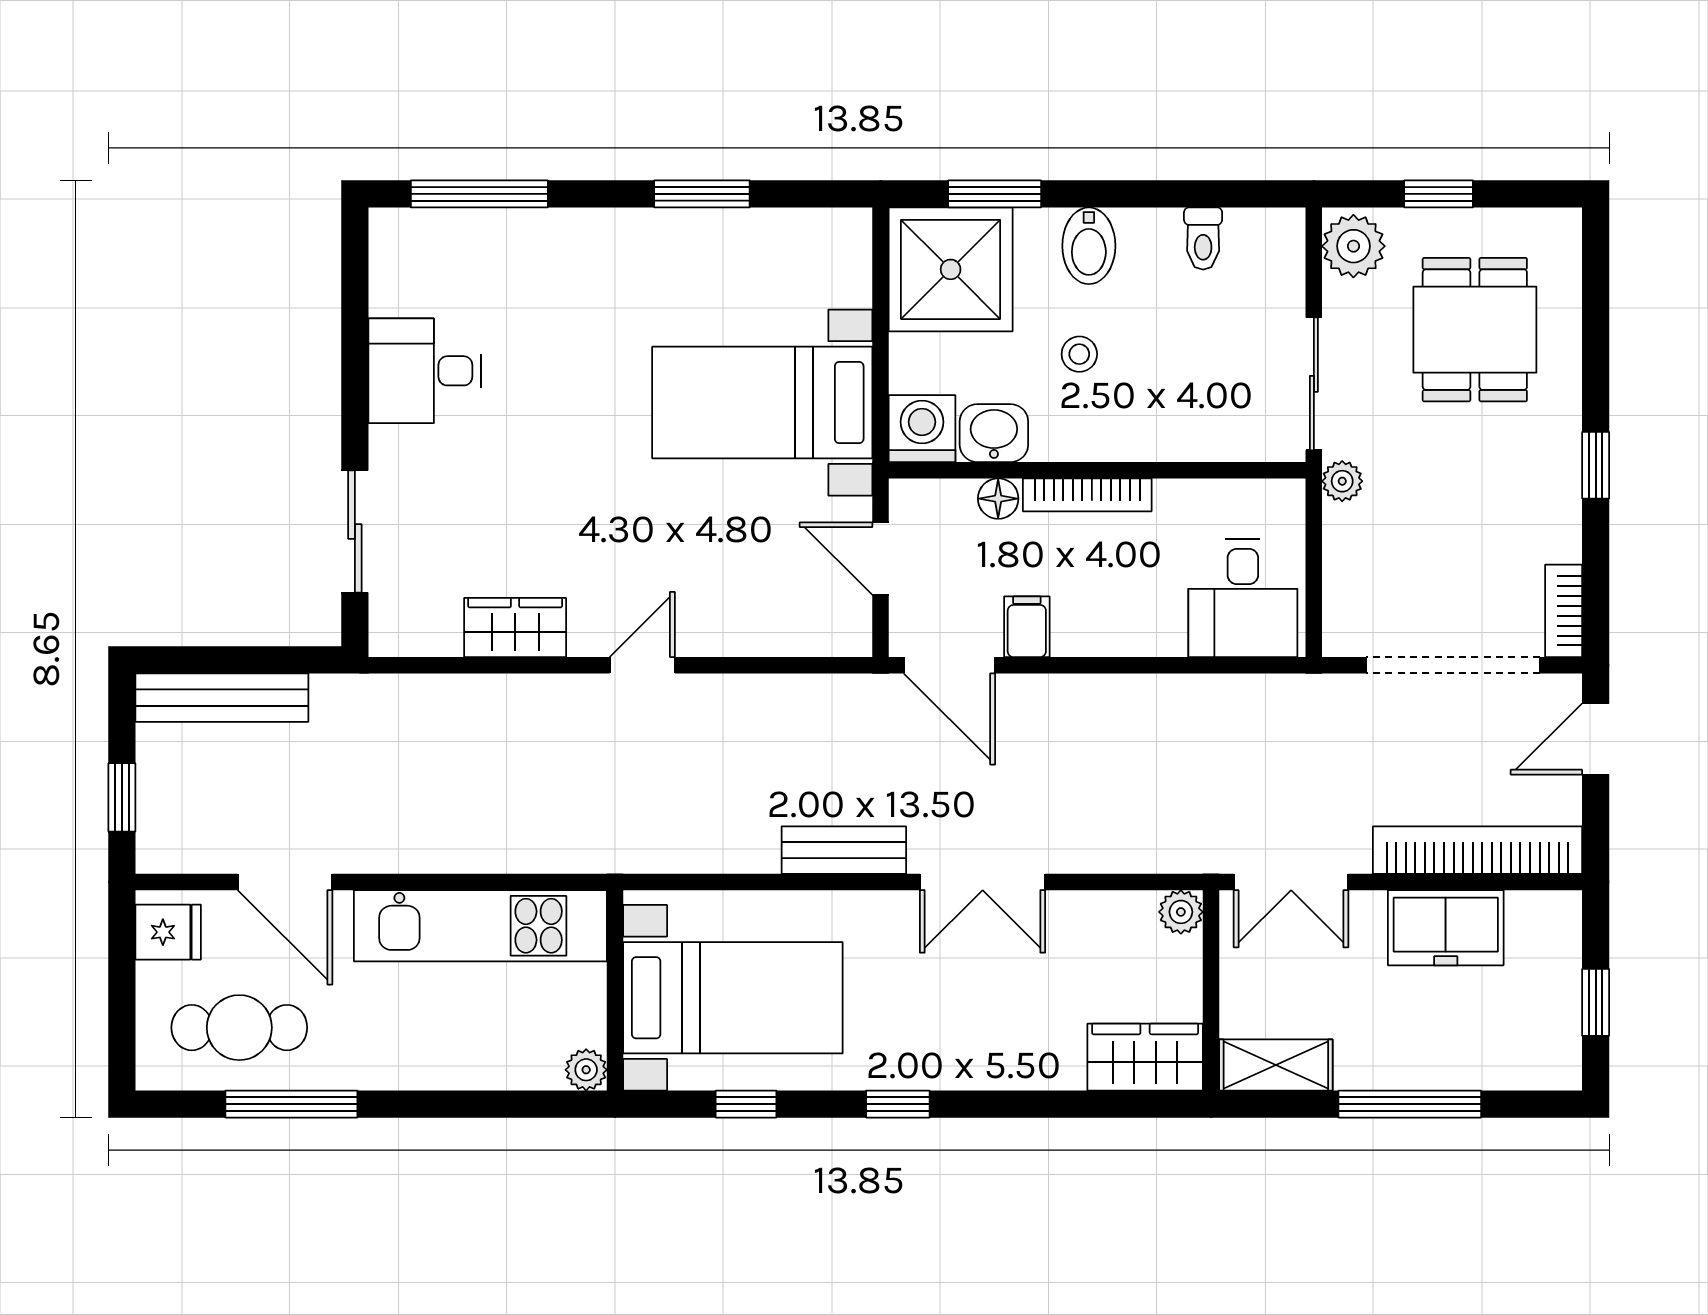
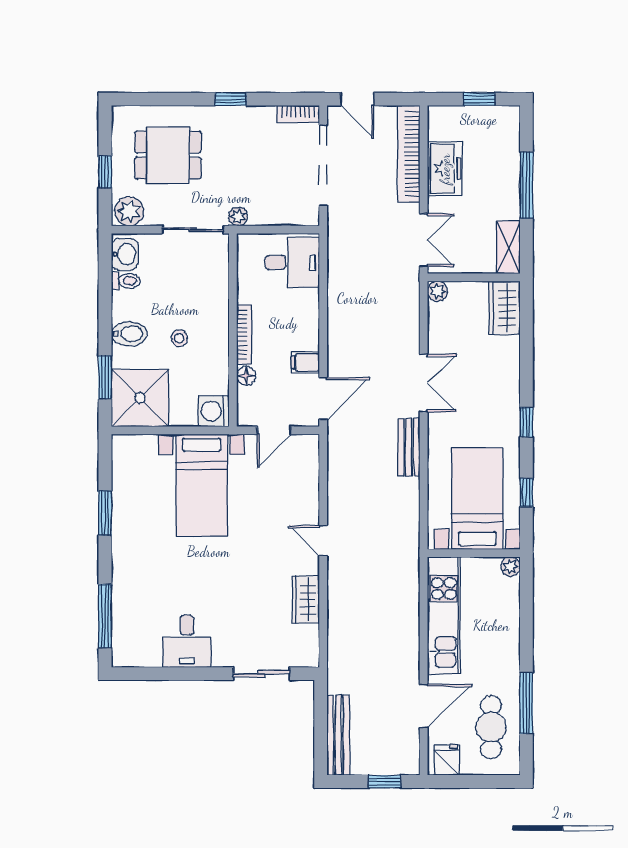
washbasin: (994, 433) -> (125, 254), moved, turned 180

